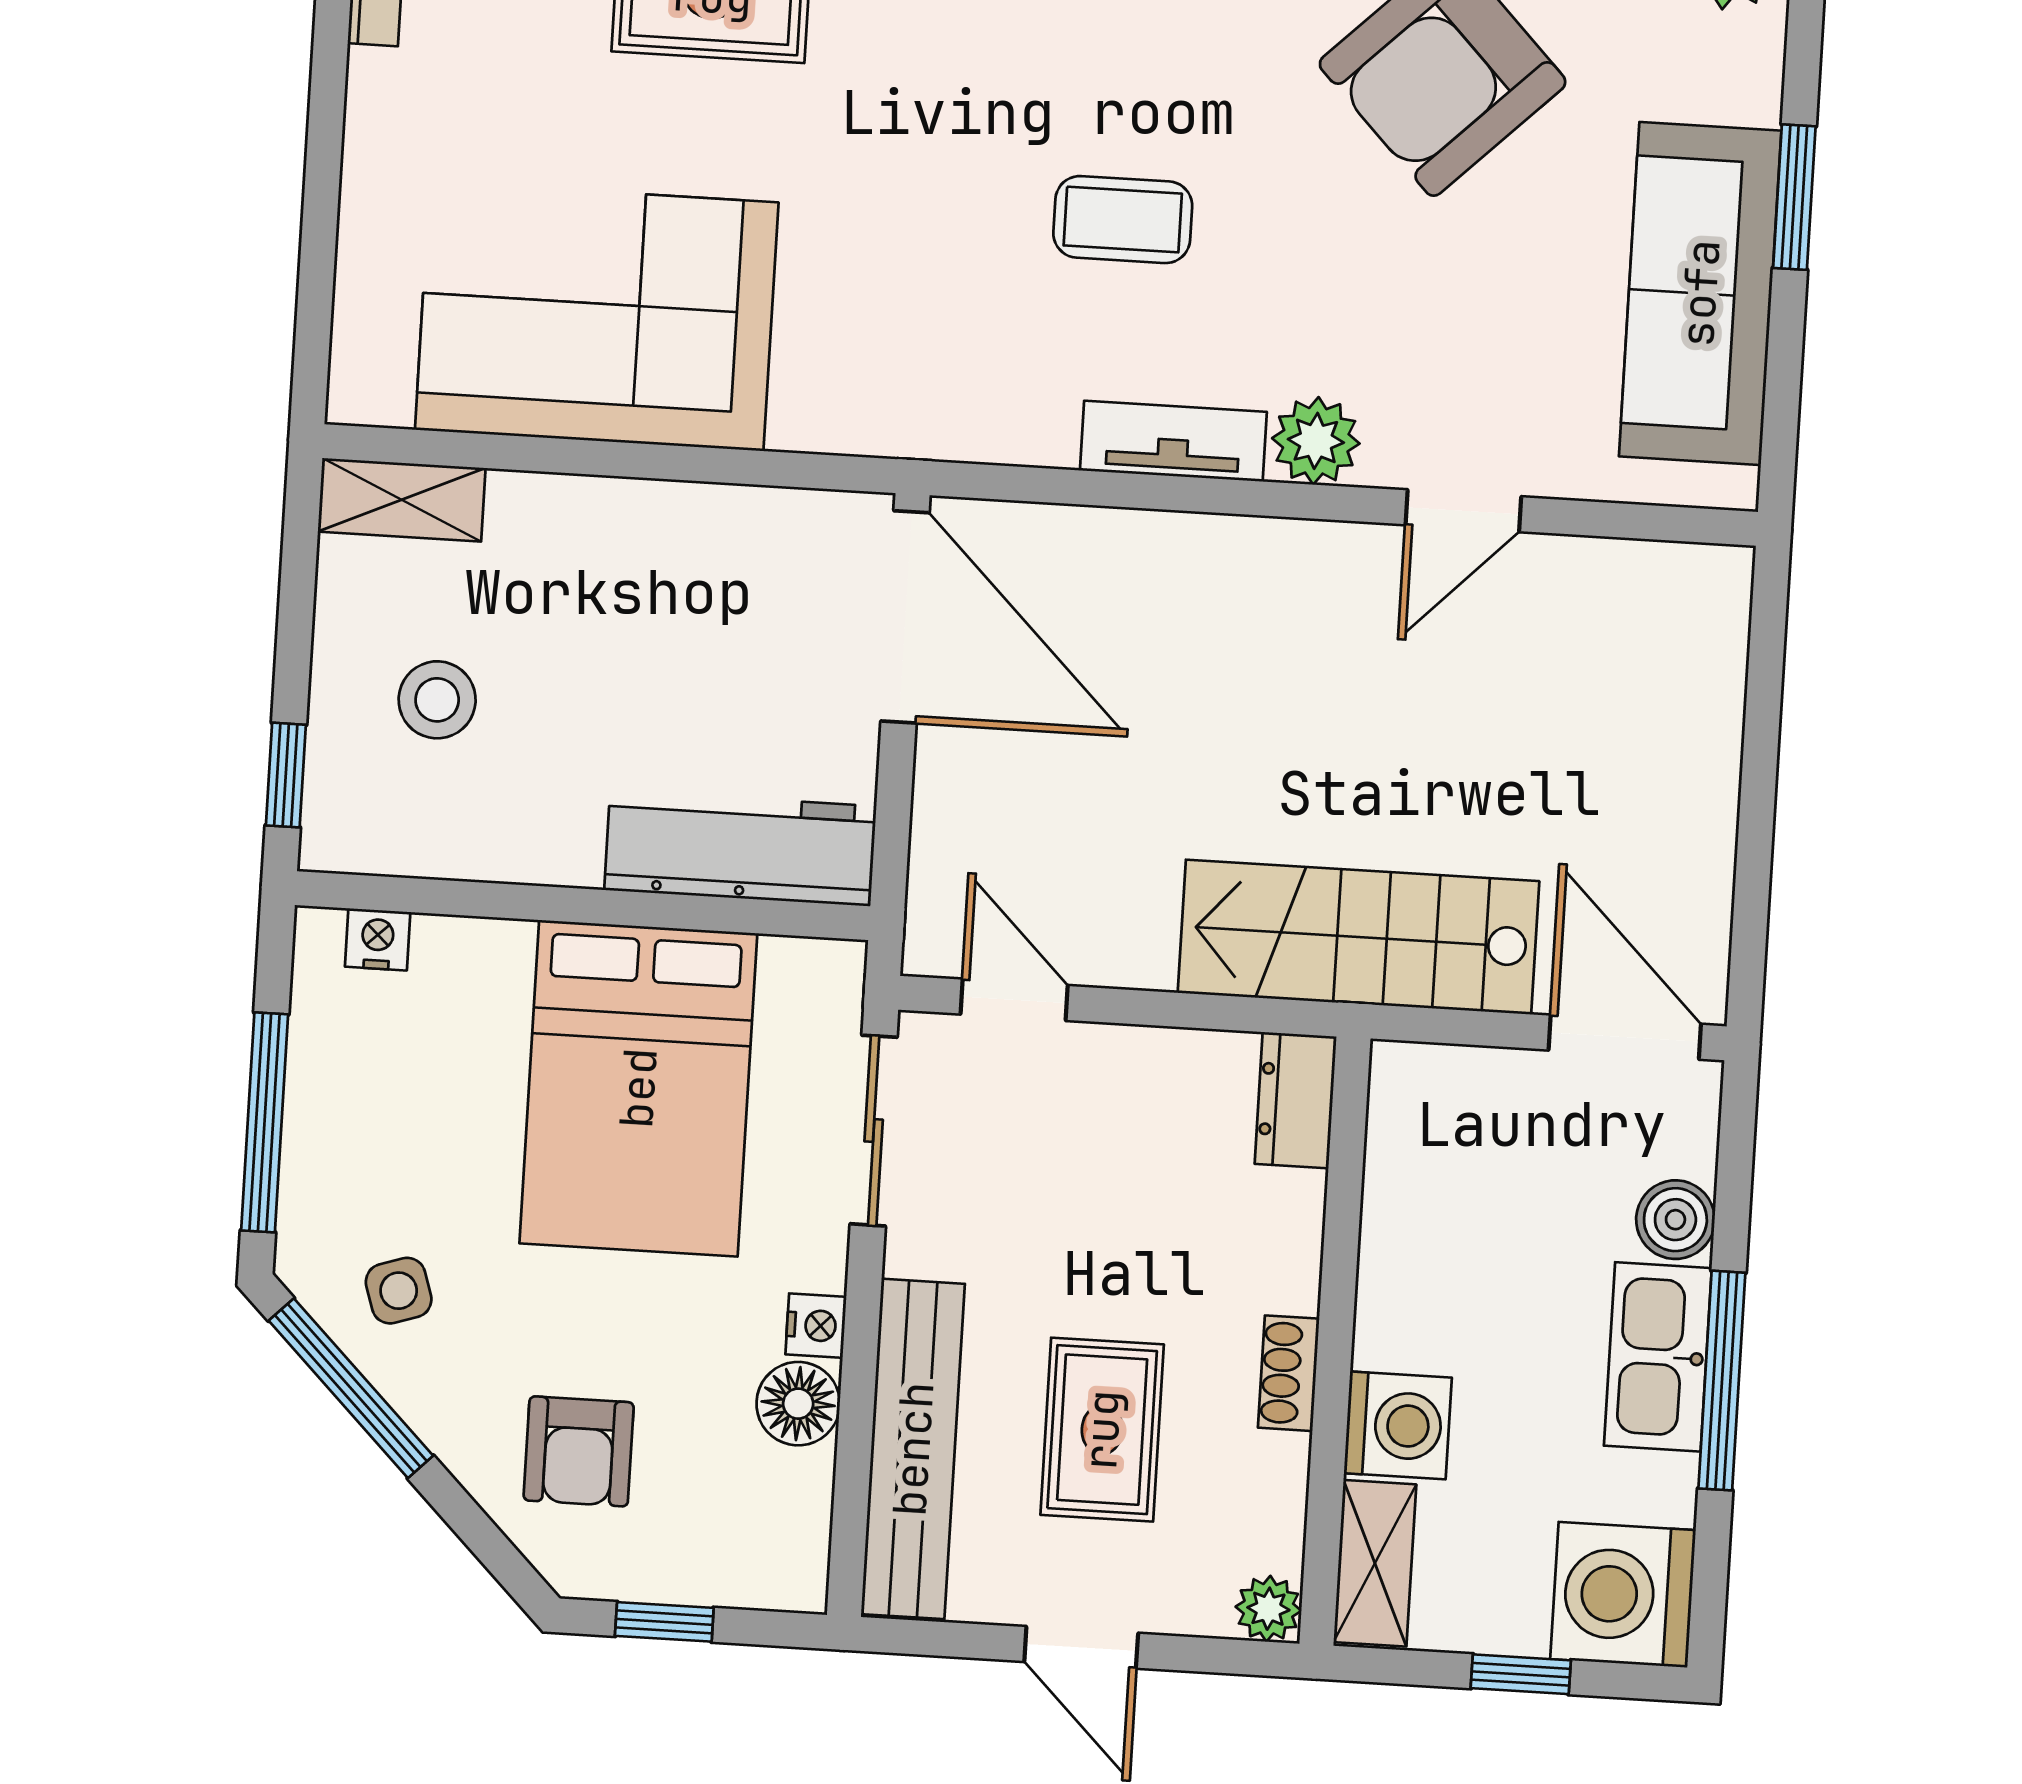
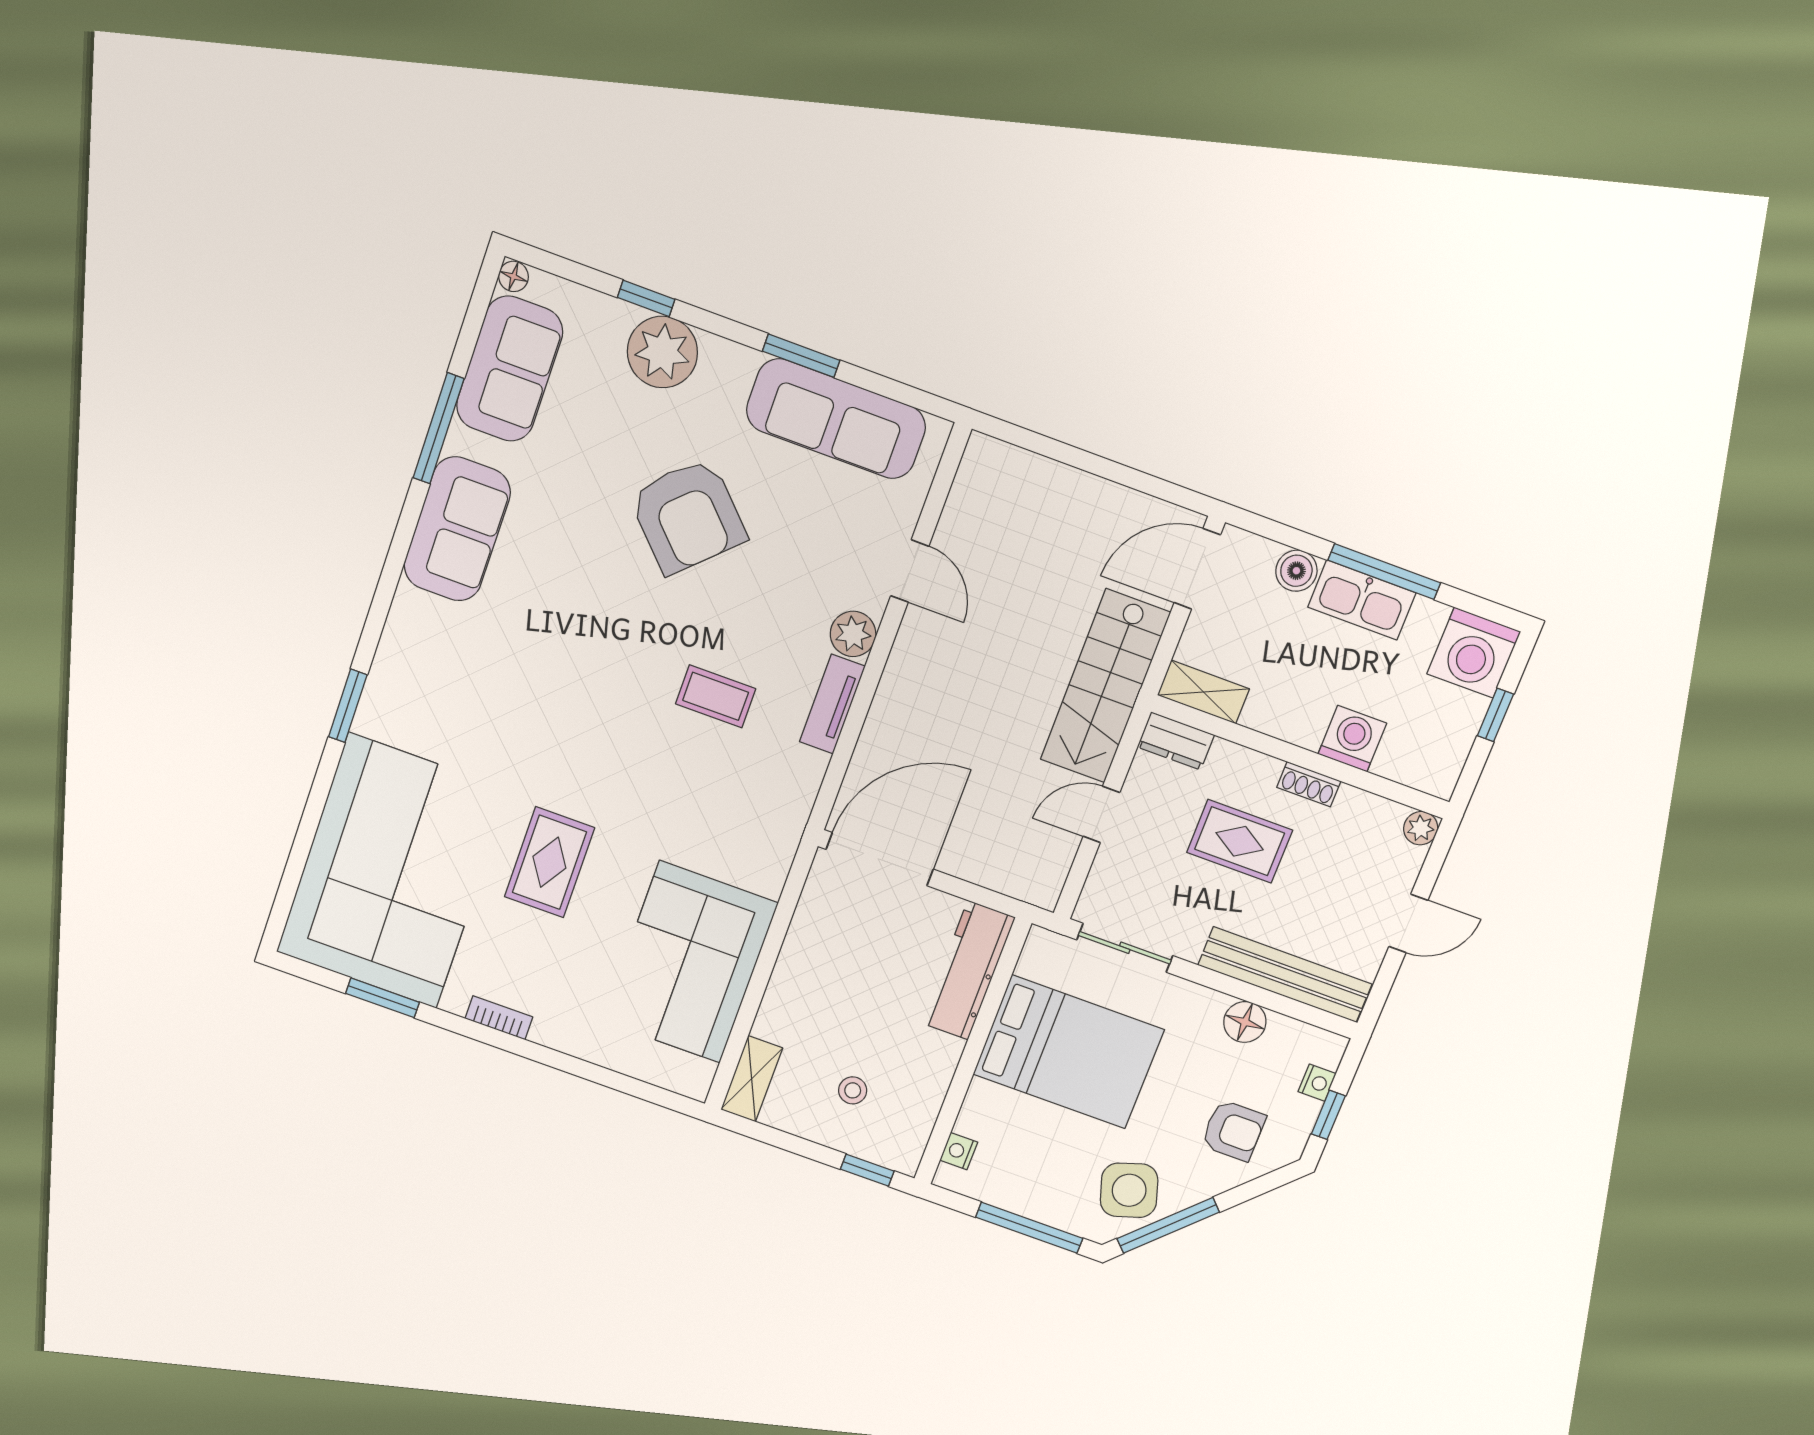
coffee table: (1123, 220) -> (716, 696), turned 90
stool: (437, 700) -> (853, 1090), width x0.73, depth x0.73
door: (1014, 1000) -> (1101, 814), moved
side table: (399, 1291) -> (1129, 1190), width x1.87, depth x1.87
nightstand: (816, 1326) -> (1317, 1083), moved, turned 90
rug: (1102, 1430) -> (1240, 841), moved
shelving: (1375, 1563) -> (1203, 692), moved

